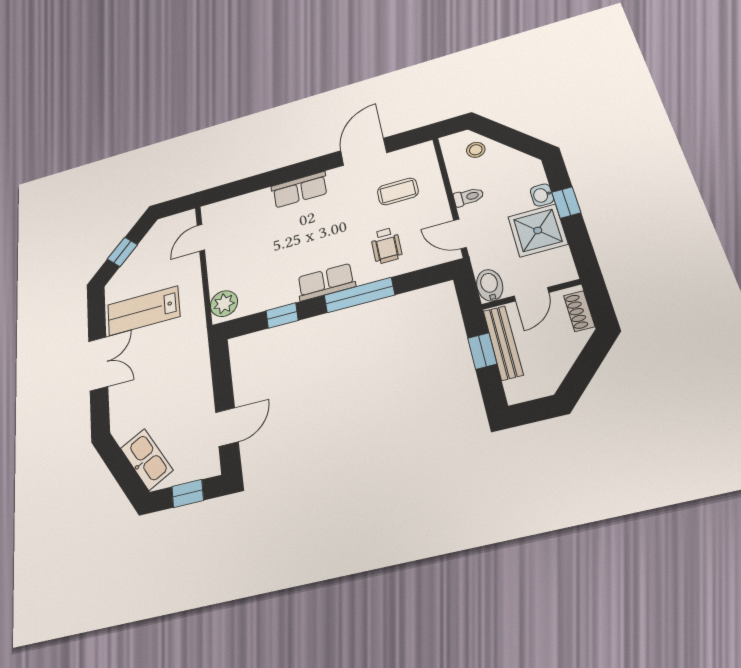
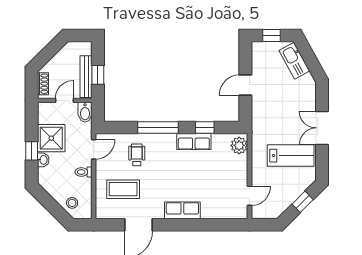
coffee table: (398, 191) -> (123, 189), width x1.36, depth x1.30
door: (460, 234) -> (94, 149), hinge flipped
row of seats: (326, 282) -> (194, 142), moved
door: (227, 427) -> (245, 85), moved

